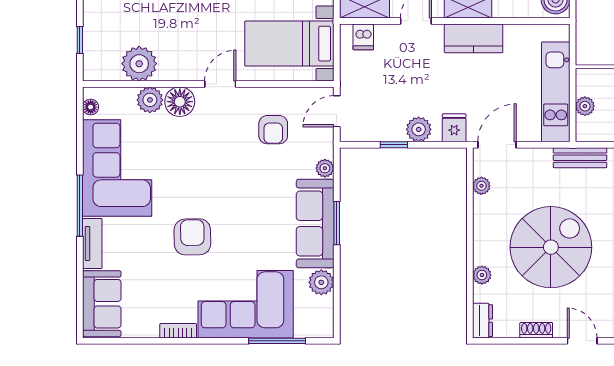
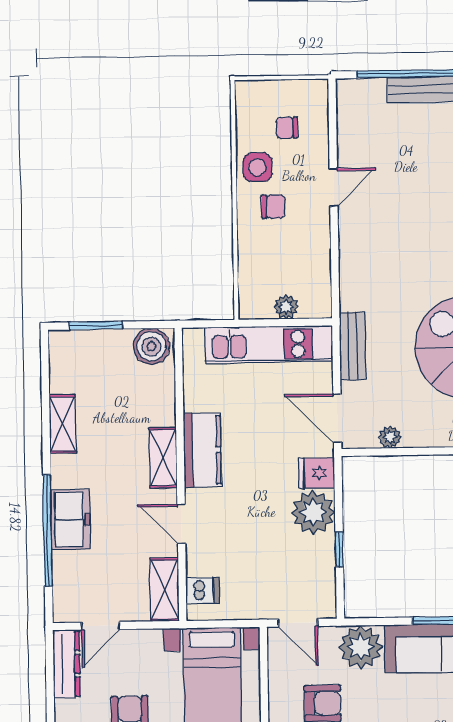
plant: (419, 129) -> (313, 512), width x1.36, depth x1.36
bench: (580, 158) -> (353, 346), moved
plant: (325, 168) -> (361, 647), width x1.87, depth x1.87

